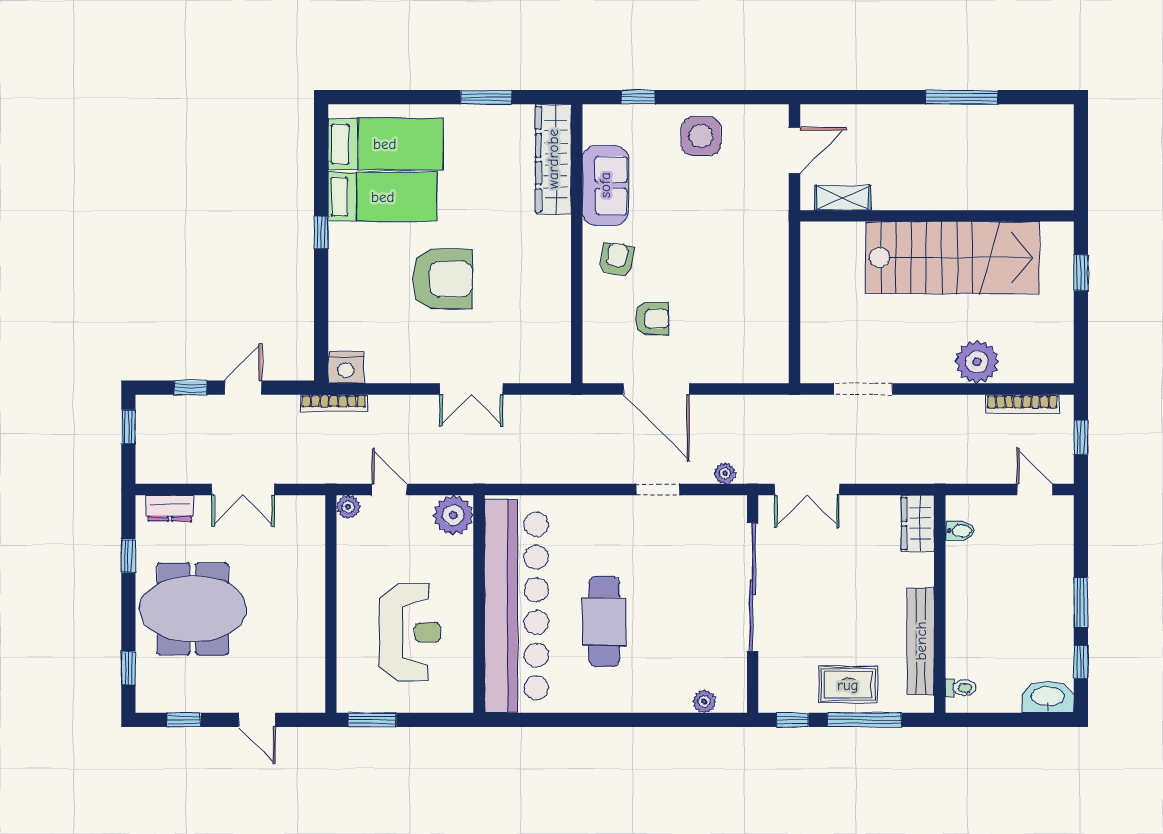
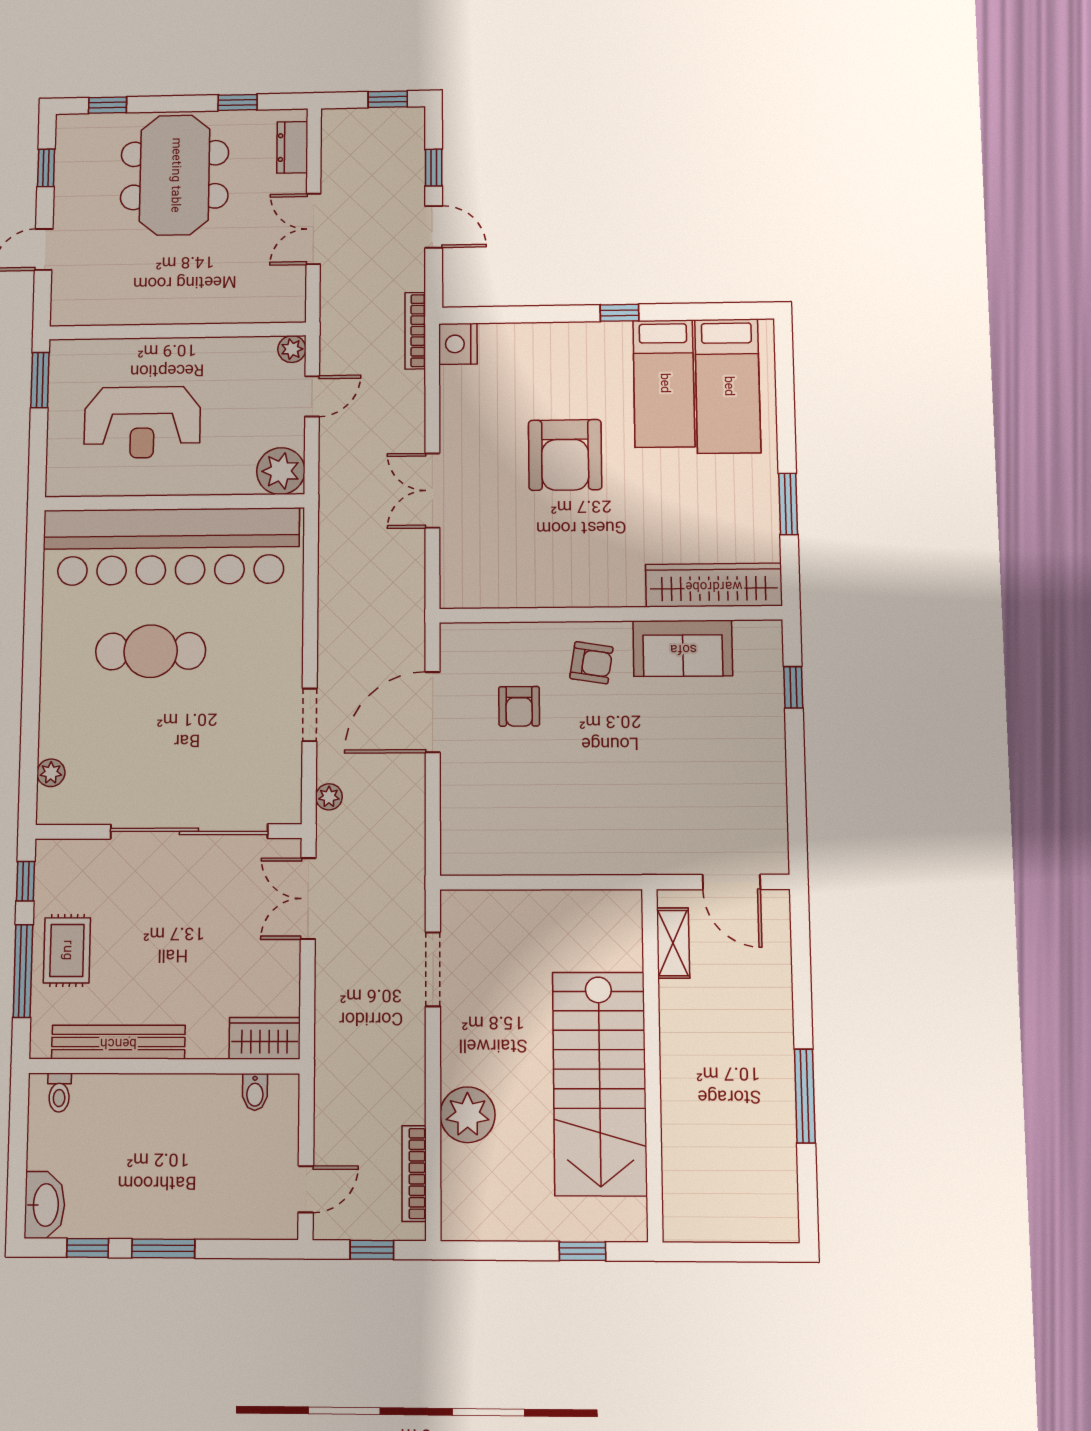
side table: (701, 136) -> (747, 765), removed

